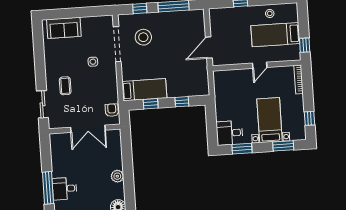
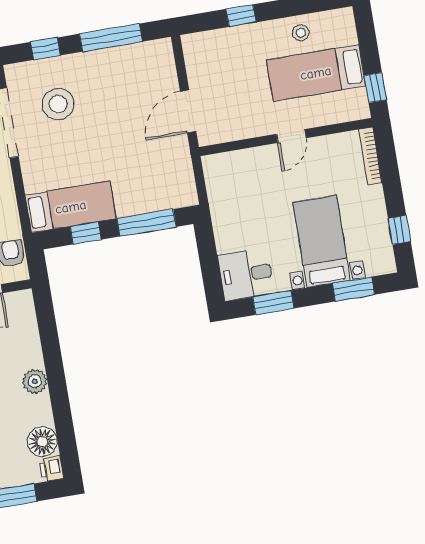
window: (182, 102) -> (146, 223), width x2.17

